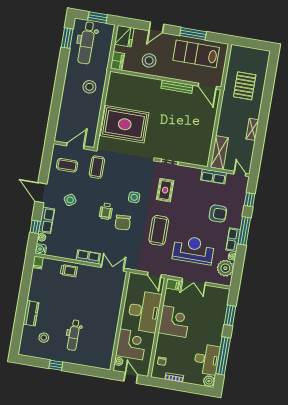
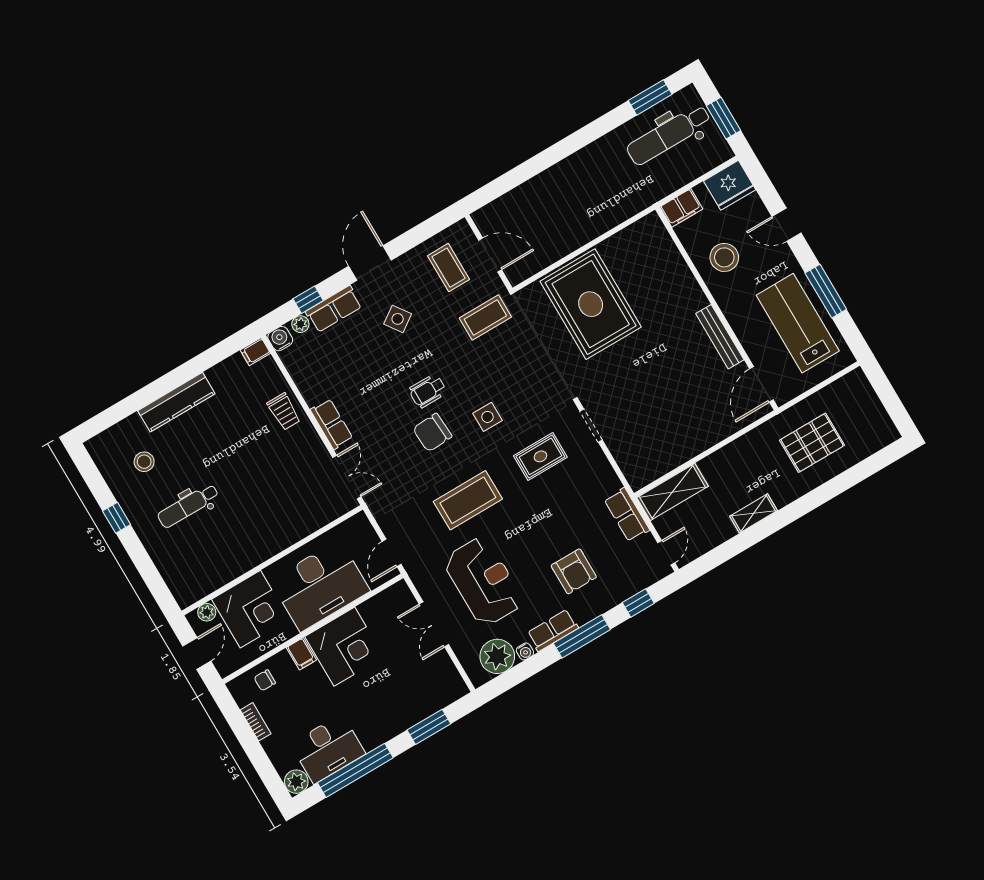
stool: (89, 87) -> (603, 198), removed
filing cabinet: (173, 285) -> (301, 654), moved
kitchen counter: (31, 313) -> (176, 402), width x1.50

